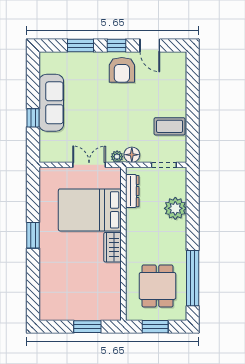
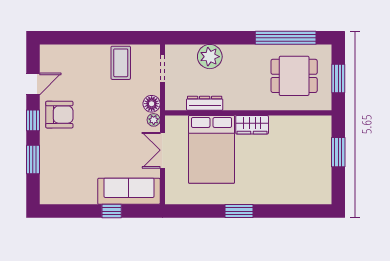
sofa: (51, 103) -> (129, 191), moved
dresser: (132, 191) -> (205, 103), moved

